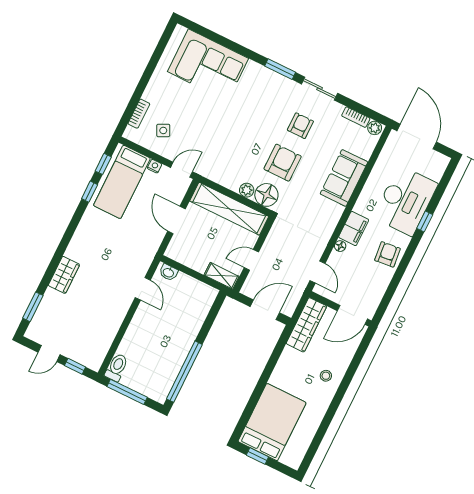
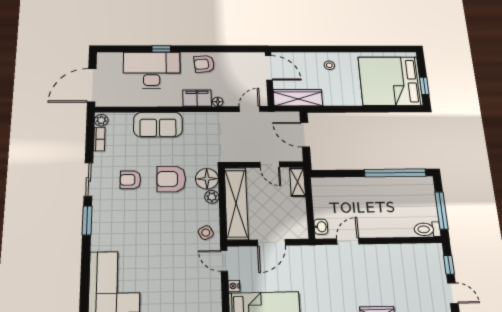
side table: (163, 130) -> (206, 233), moved
bed: (272, 422) -> (390, 81), width x1.36

